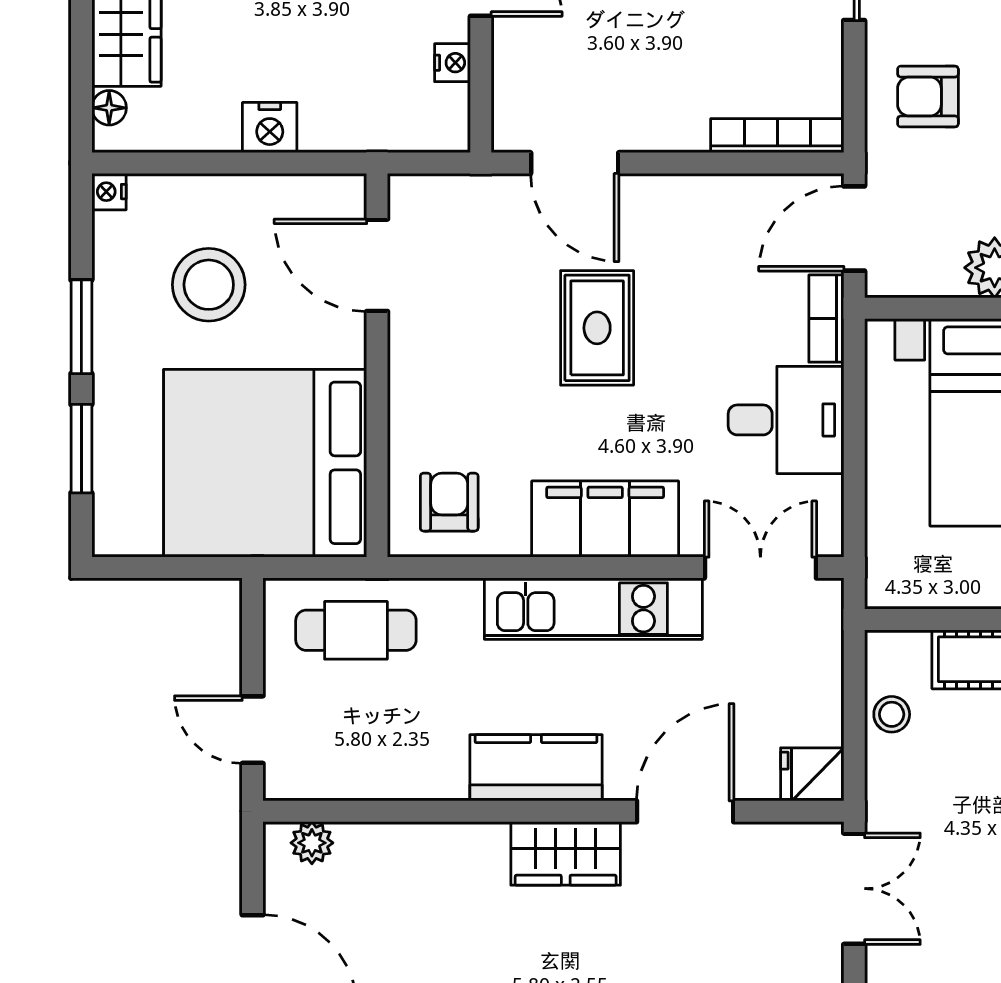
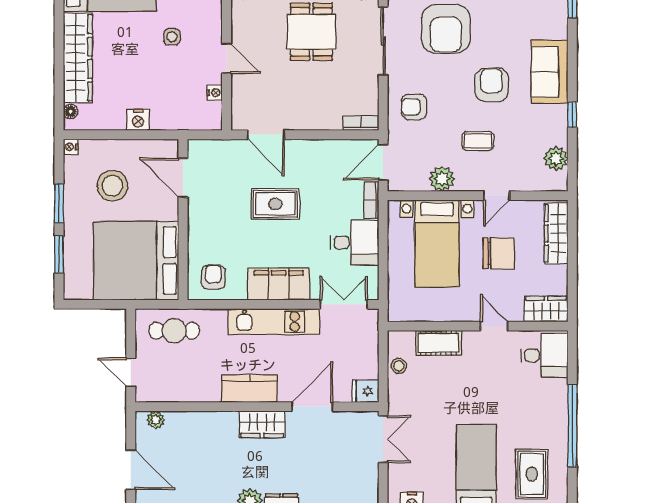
bookcase: (777, 136) -> (361, 123), width x0.64
rug: (597, 328) -> (275, 204), turned 90

